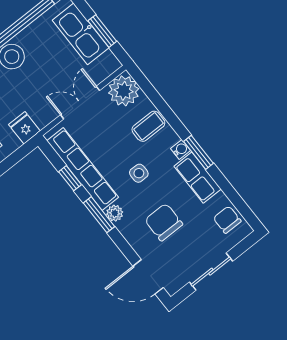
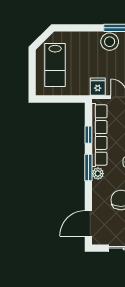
fridge: (24, 128) -> (98, 87), moved
door: (148, 277) -> (88, 223), hinge flipped

